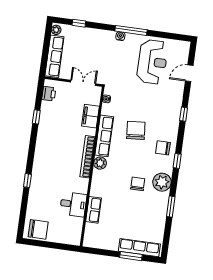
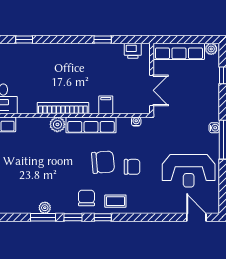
door: (189, 73) -> (196, 217), moved
window: (184, 114) -> (103, 217), moved
filing cabinet: (90, 116) -> (106, 105), width x0.50
coffee table: (169, 125) -> (115, 201), added
plant: (162, 182) -> (45, 208), width x0.53, depth x0.53
chair: (138, 184) -> (132, 167), moved
window: (171, 207) -> (43, 217), moved

